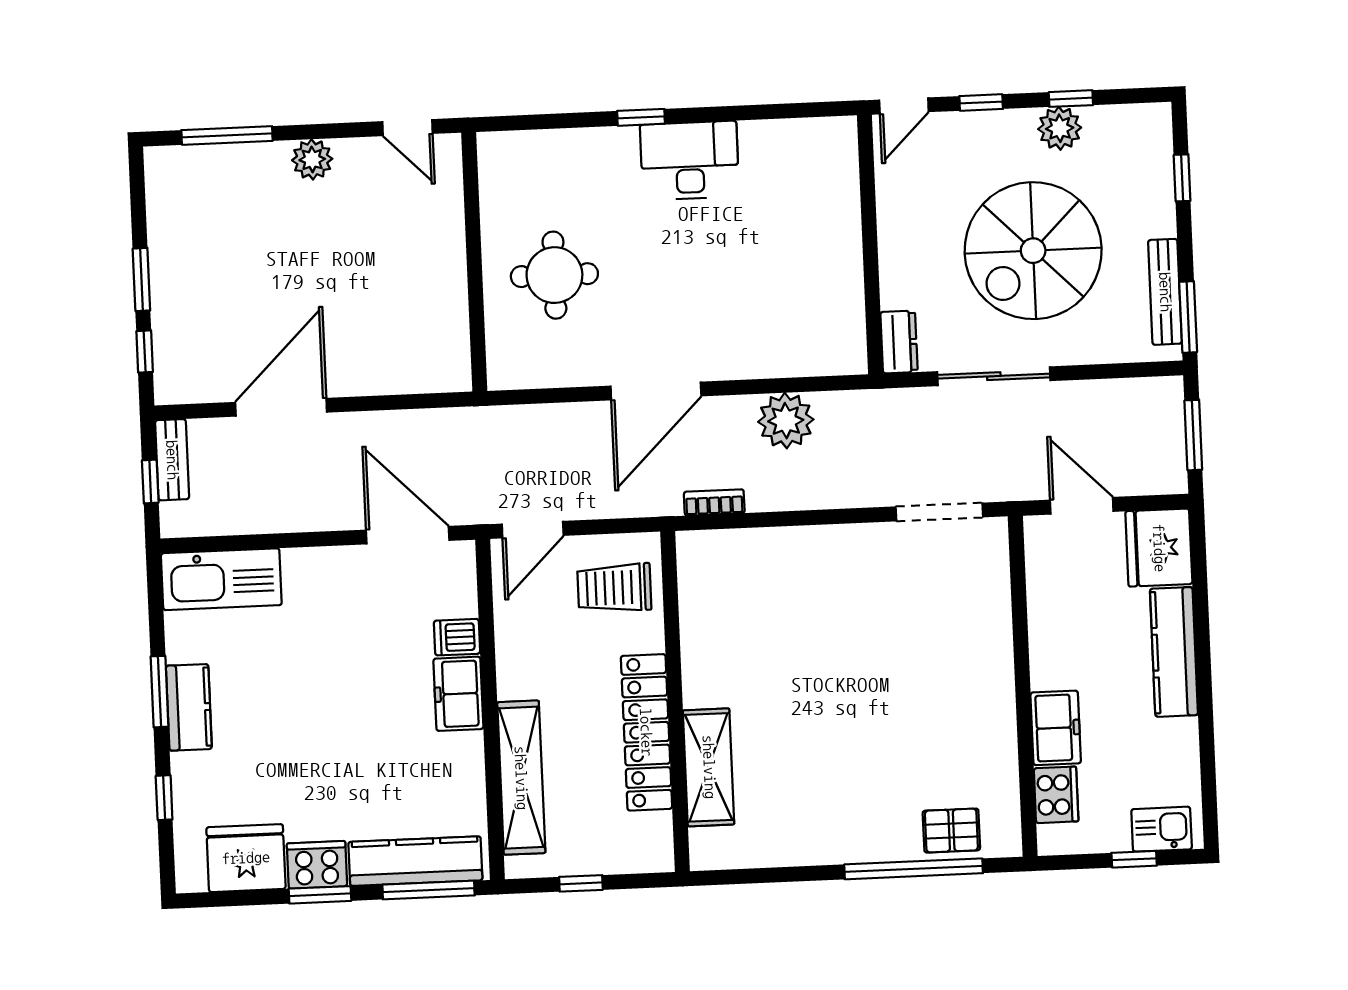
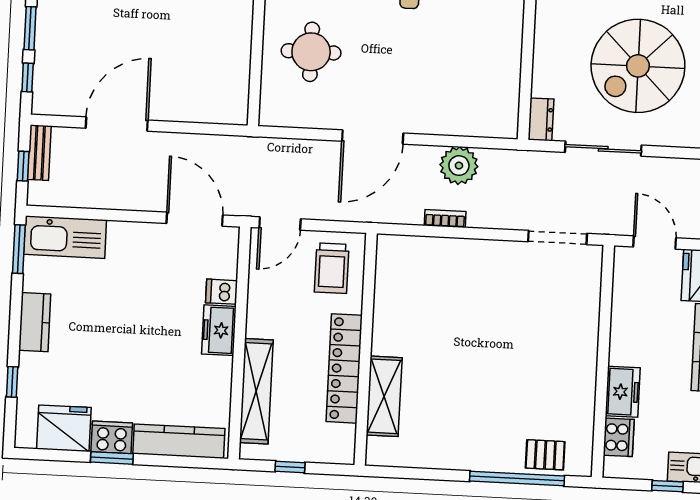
bookcase: (714, 502) -> (445, 219), moved
trolley: (614, 588) -> (332, 268), turned -90
window: (159, 692) -> (19, 249), moved
window: (429, 890) -> (186, 462), removed

